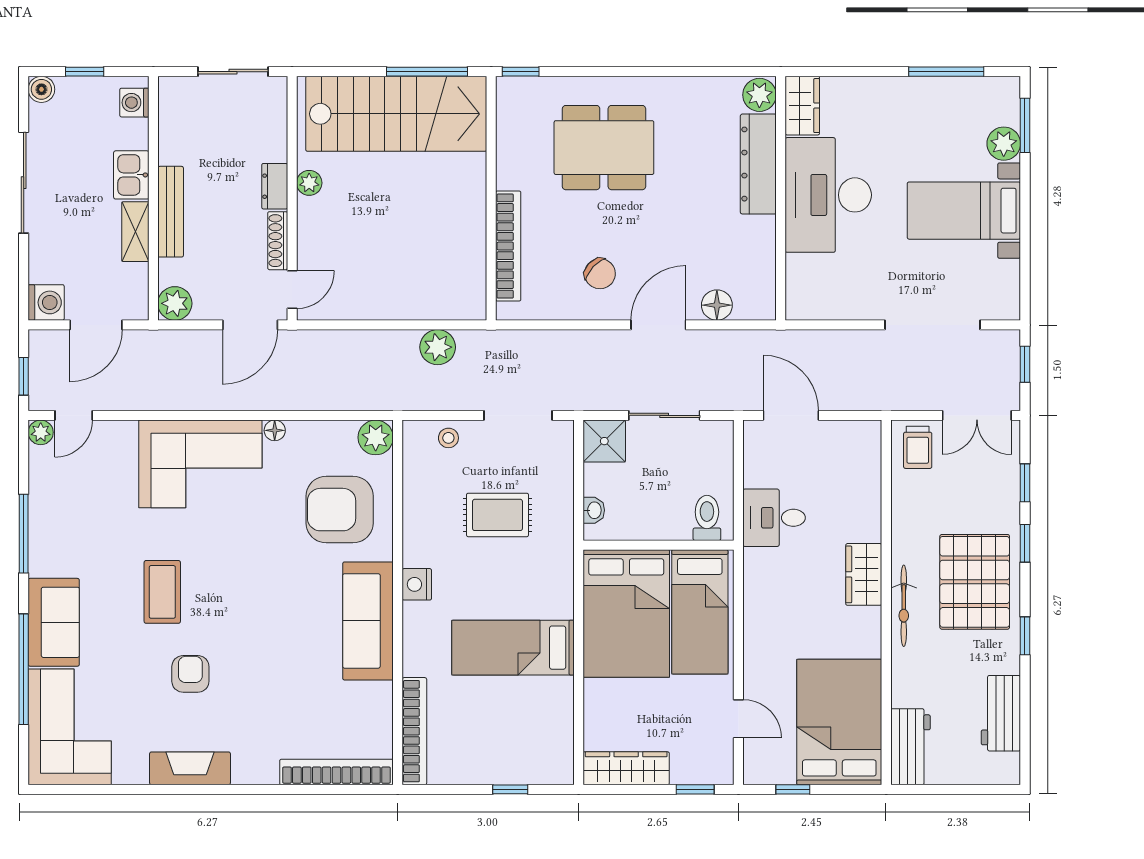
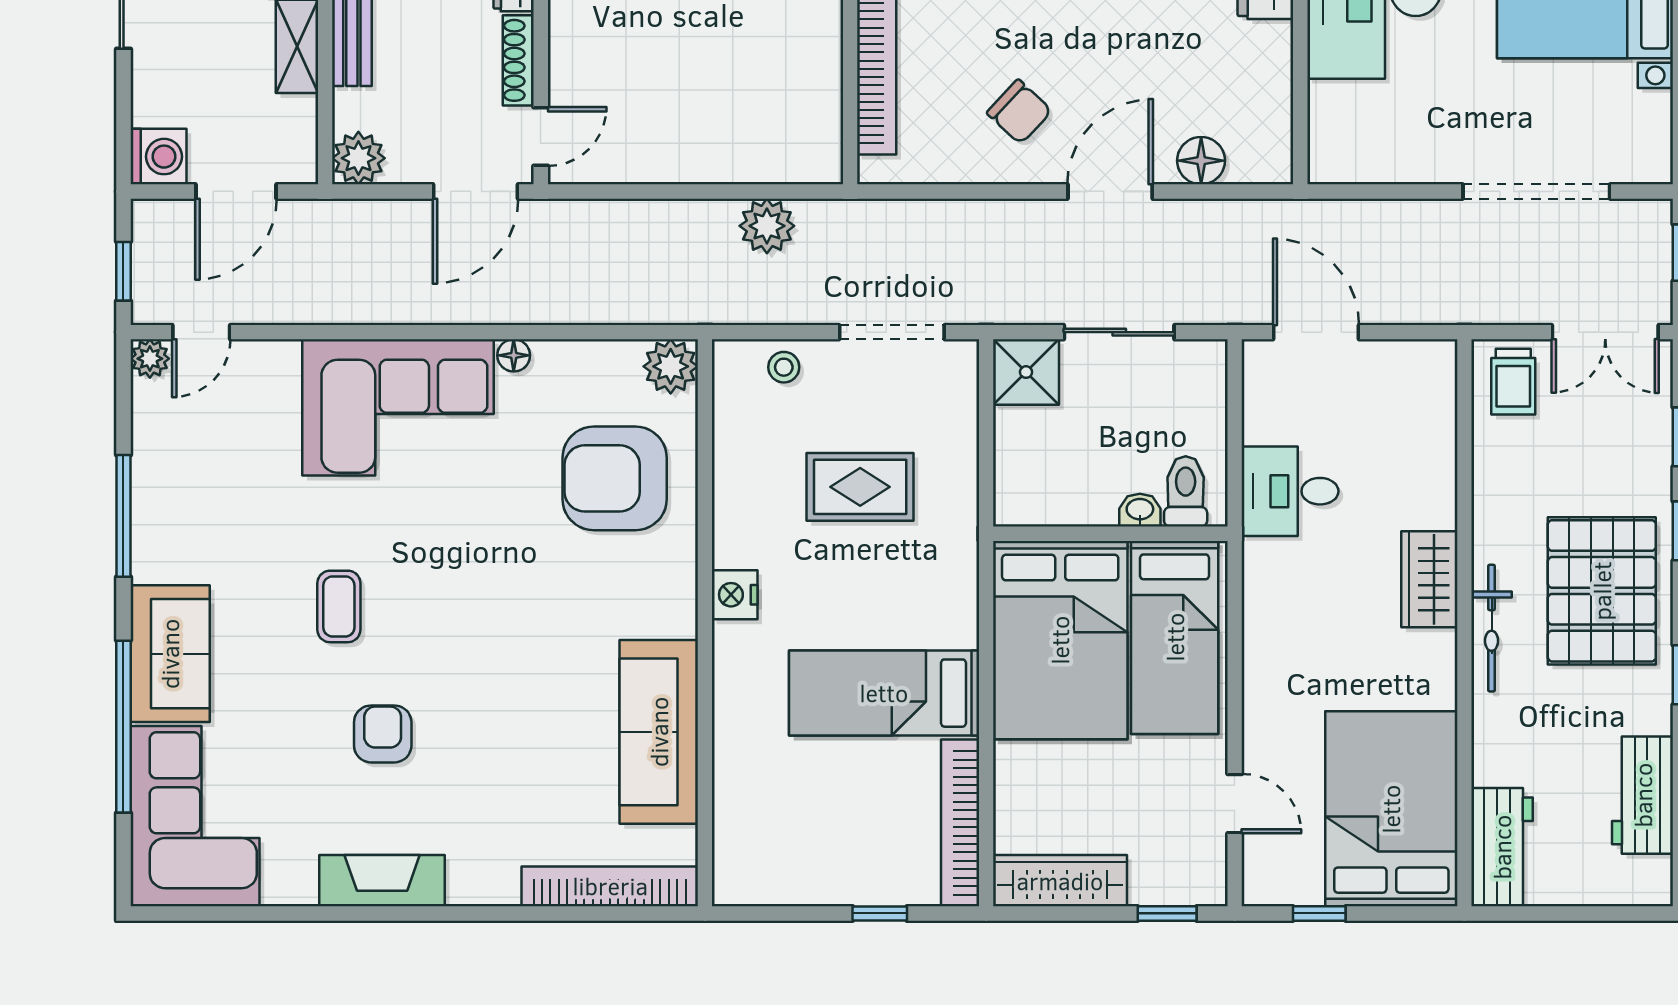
washbasin: (594, 510) -> (1140, 510), moved, turned -90
coffee table: (162, 592) -> (339, 606), width x0.73, depth x0.77
sofa: (368, 621) -> (659, 732), moved
bookcase: (414, 731) -> (960, 823), moved, turned 180

